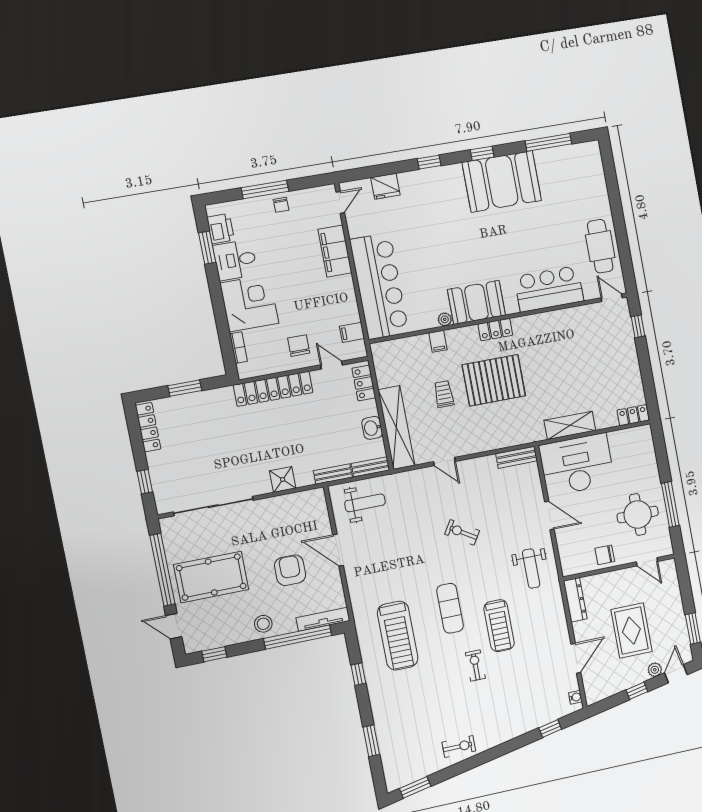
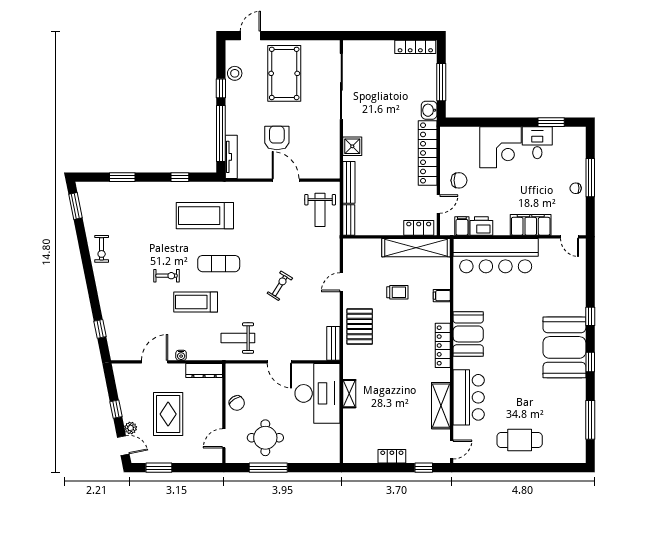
booth: (502, 181) -> (564, 347), moved
fridge: (385, 186) -> (576, 276), removed
printer: (221, 229) -> (481, 226), moved, turned 180
cafe table: (600, 246) -> (520, 440), moved
plant: (445, 319) -> (459, 305), removed
shelving: (564, 319) -> (441, 406), added
locker: (495, 330) -> (443, 345), width x1.53
bookcase: (239, 348) -> (466, 132), removed
pallet: (494, 380) -> (360, 327), moved, width x0.73, depth x0.71
window: (185, 388) -> (441, 82), width x1.44
locker: (633, 415) -> (392, 456), moved, turned -90
shelving: (570, 425) -> (349, 394), width x0.67, depth x0.75
washbasin: (372, 428) -> (429, 110), moved, turned -90
shelving: (396, 428) -> (416, 248), moved
bench: (333, 474) -> (349, 182), width x1.36
window: (145, 482) -> (372, 36), removed
door: (549, 515) -> (279, 362), hinge flipped
door: (338, 550) -> (286, 180), hinge flipped
chair: (605, 555) -> (237, 403), turned 147
window: (162, 570) -> (298, 36), removed
armchair: (290, 570) -> (277, 138), turned -90
stool: (263, 624) -> (235, 73), moved
rug: (631, 631) -> (168, 414), turned 90
window: (214, 654) -> (221, 88), moved
door: (576, 658) -> (155, 362), swing flipped
water cooler: (575, 697) -> (181, 355), moved

